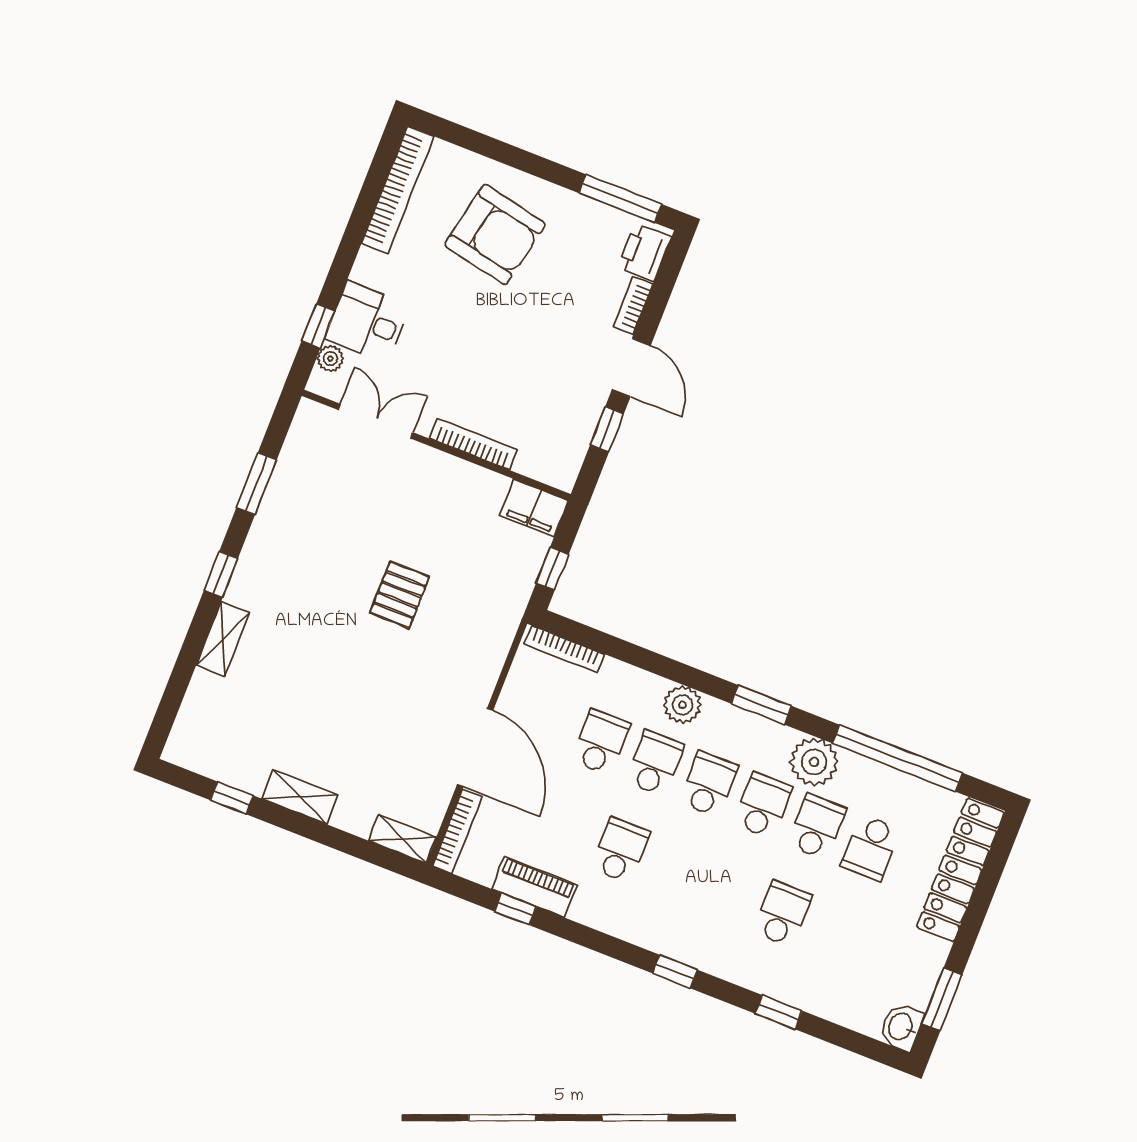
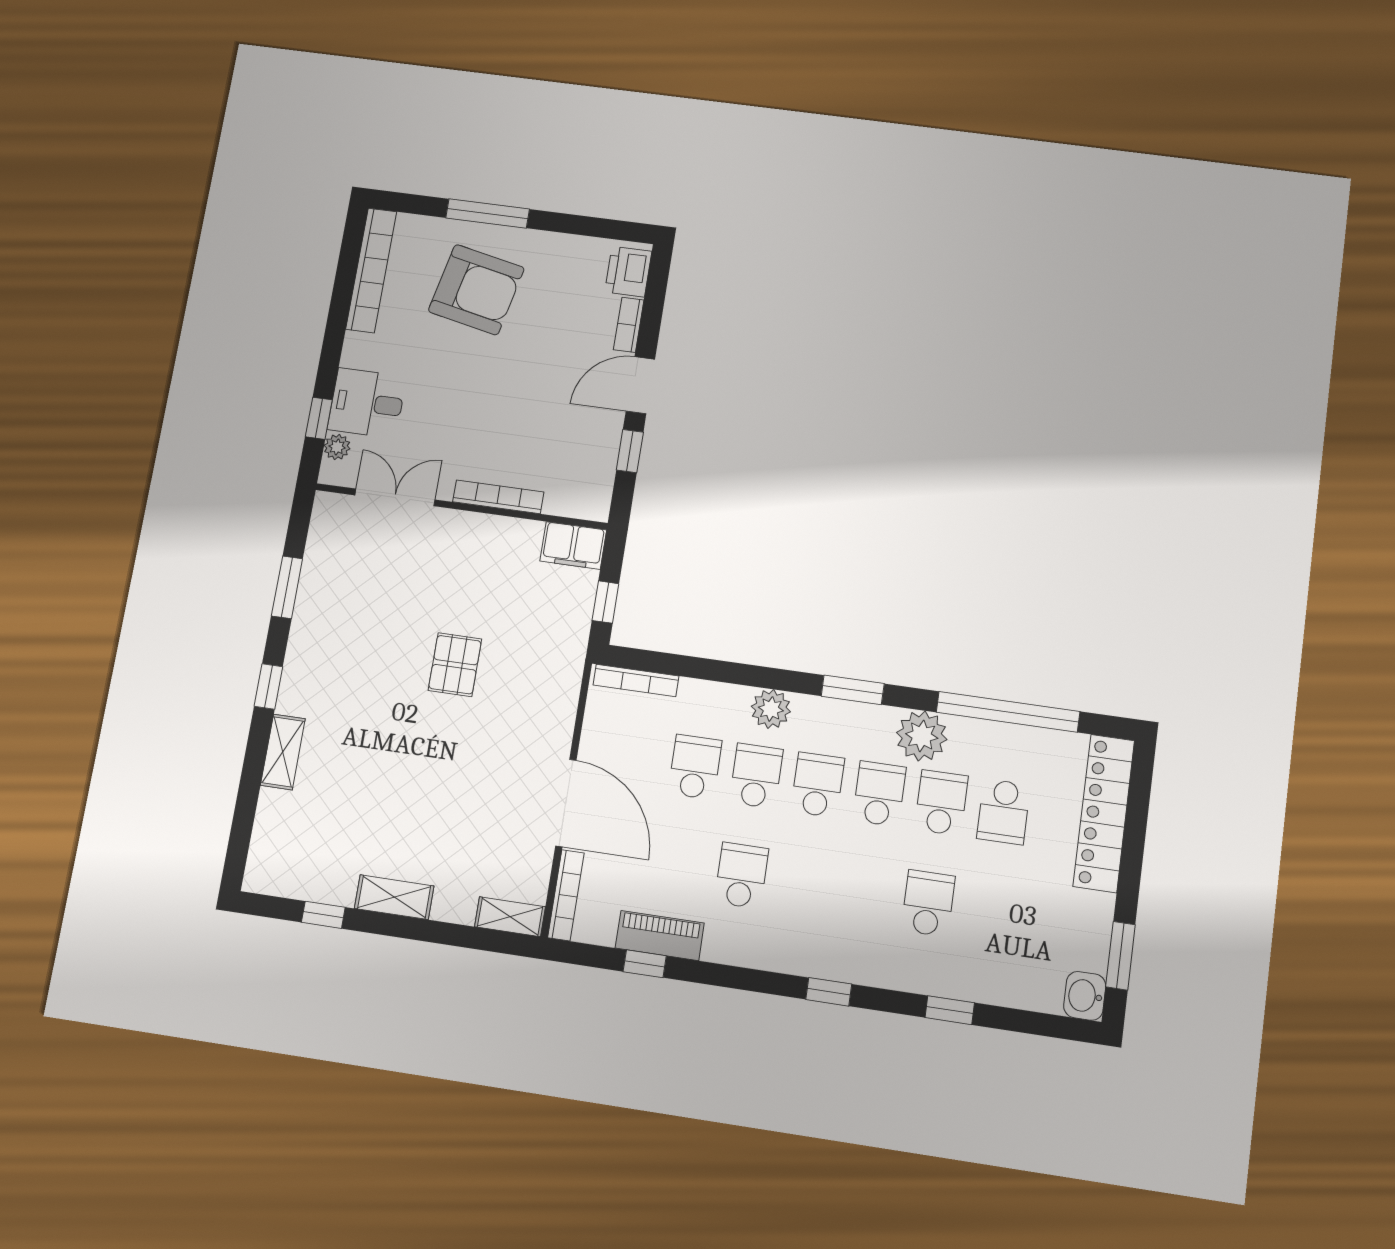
window: (620, 199) -> (488, 213), moved
door: (631, 368) -> (640, 385), swing flipped

